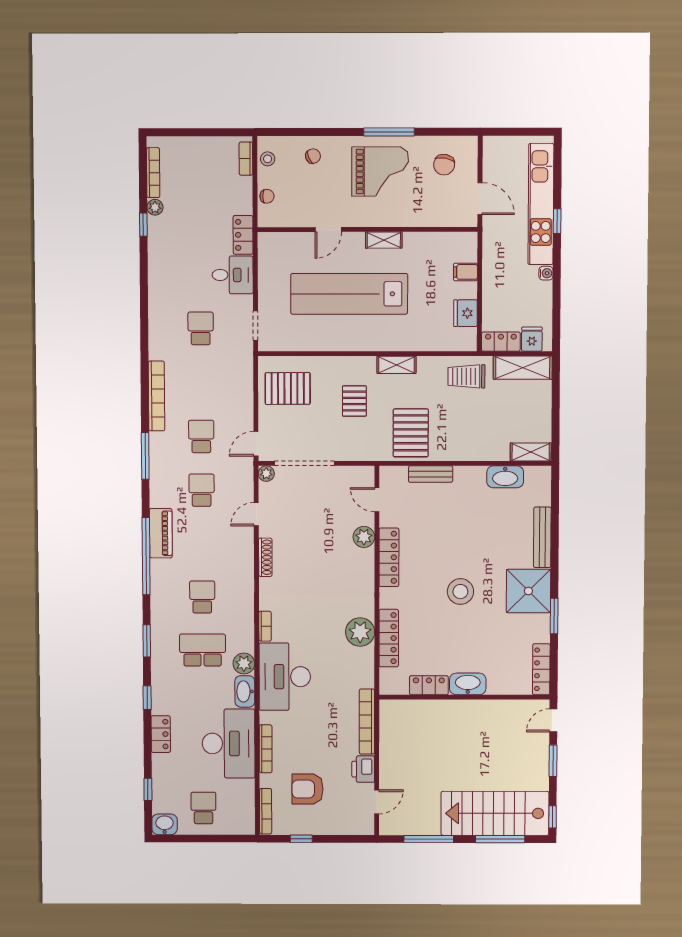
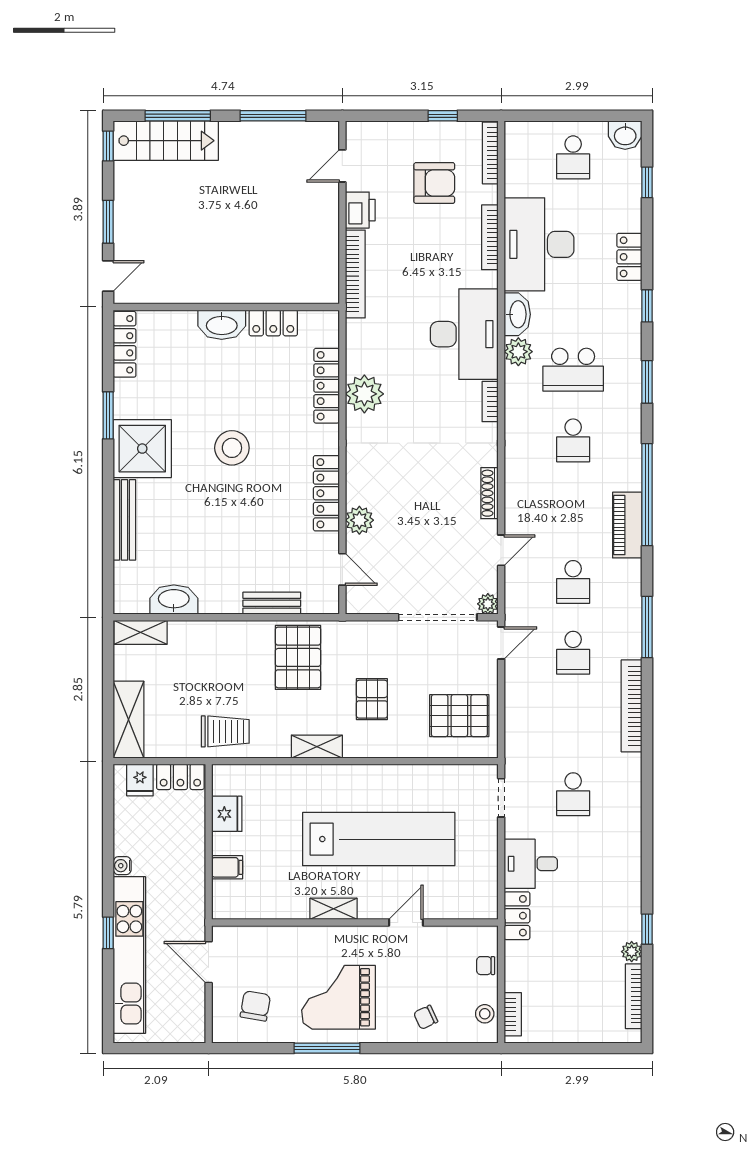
shelving: (523, 368) -> (129, 720), moved, turned 90
stairs: (495, 813) -> (166, 141), width x0.73, depth x0.66

